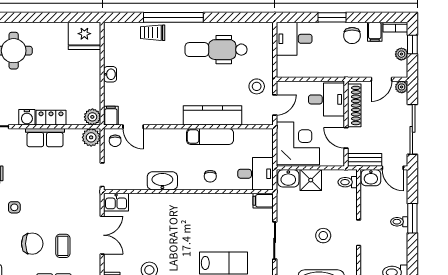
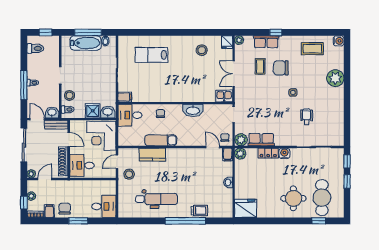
kitchen counter: (213, 115) -> (152, 155), width x0.67
row of seats: (45, 138) -> (261, 140), moved
window: (412, 218) -> (24, 85), width x1.44
stool: (323, 236) -> (70, 95), moved

